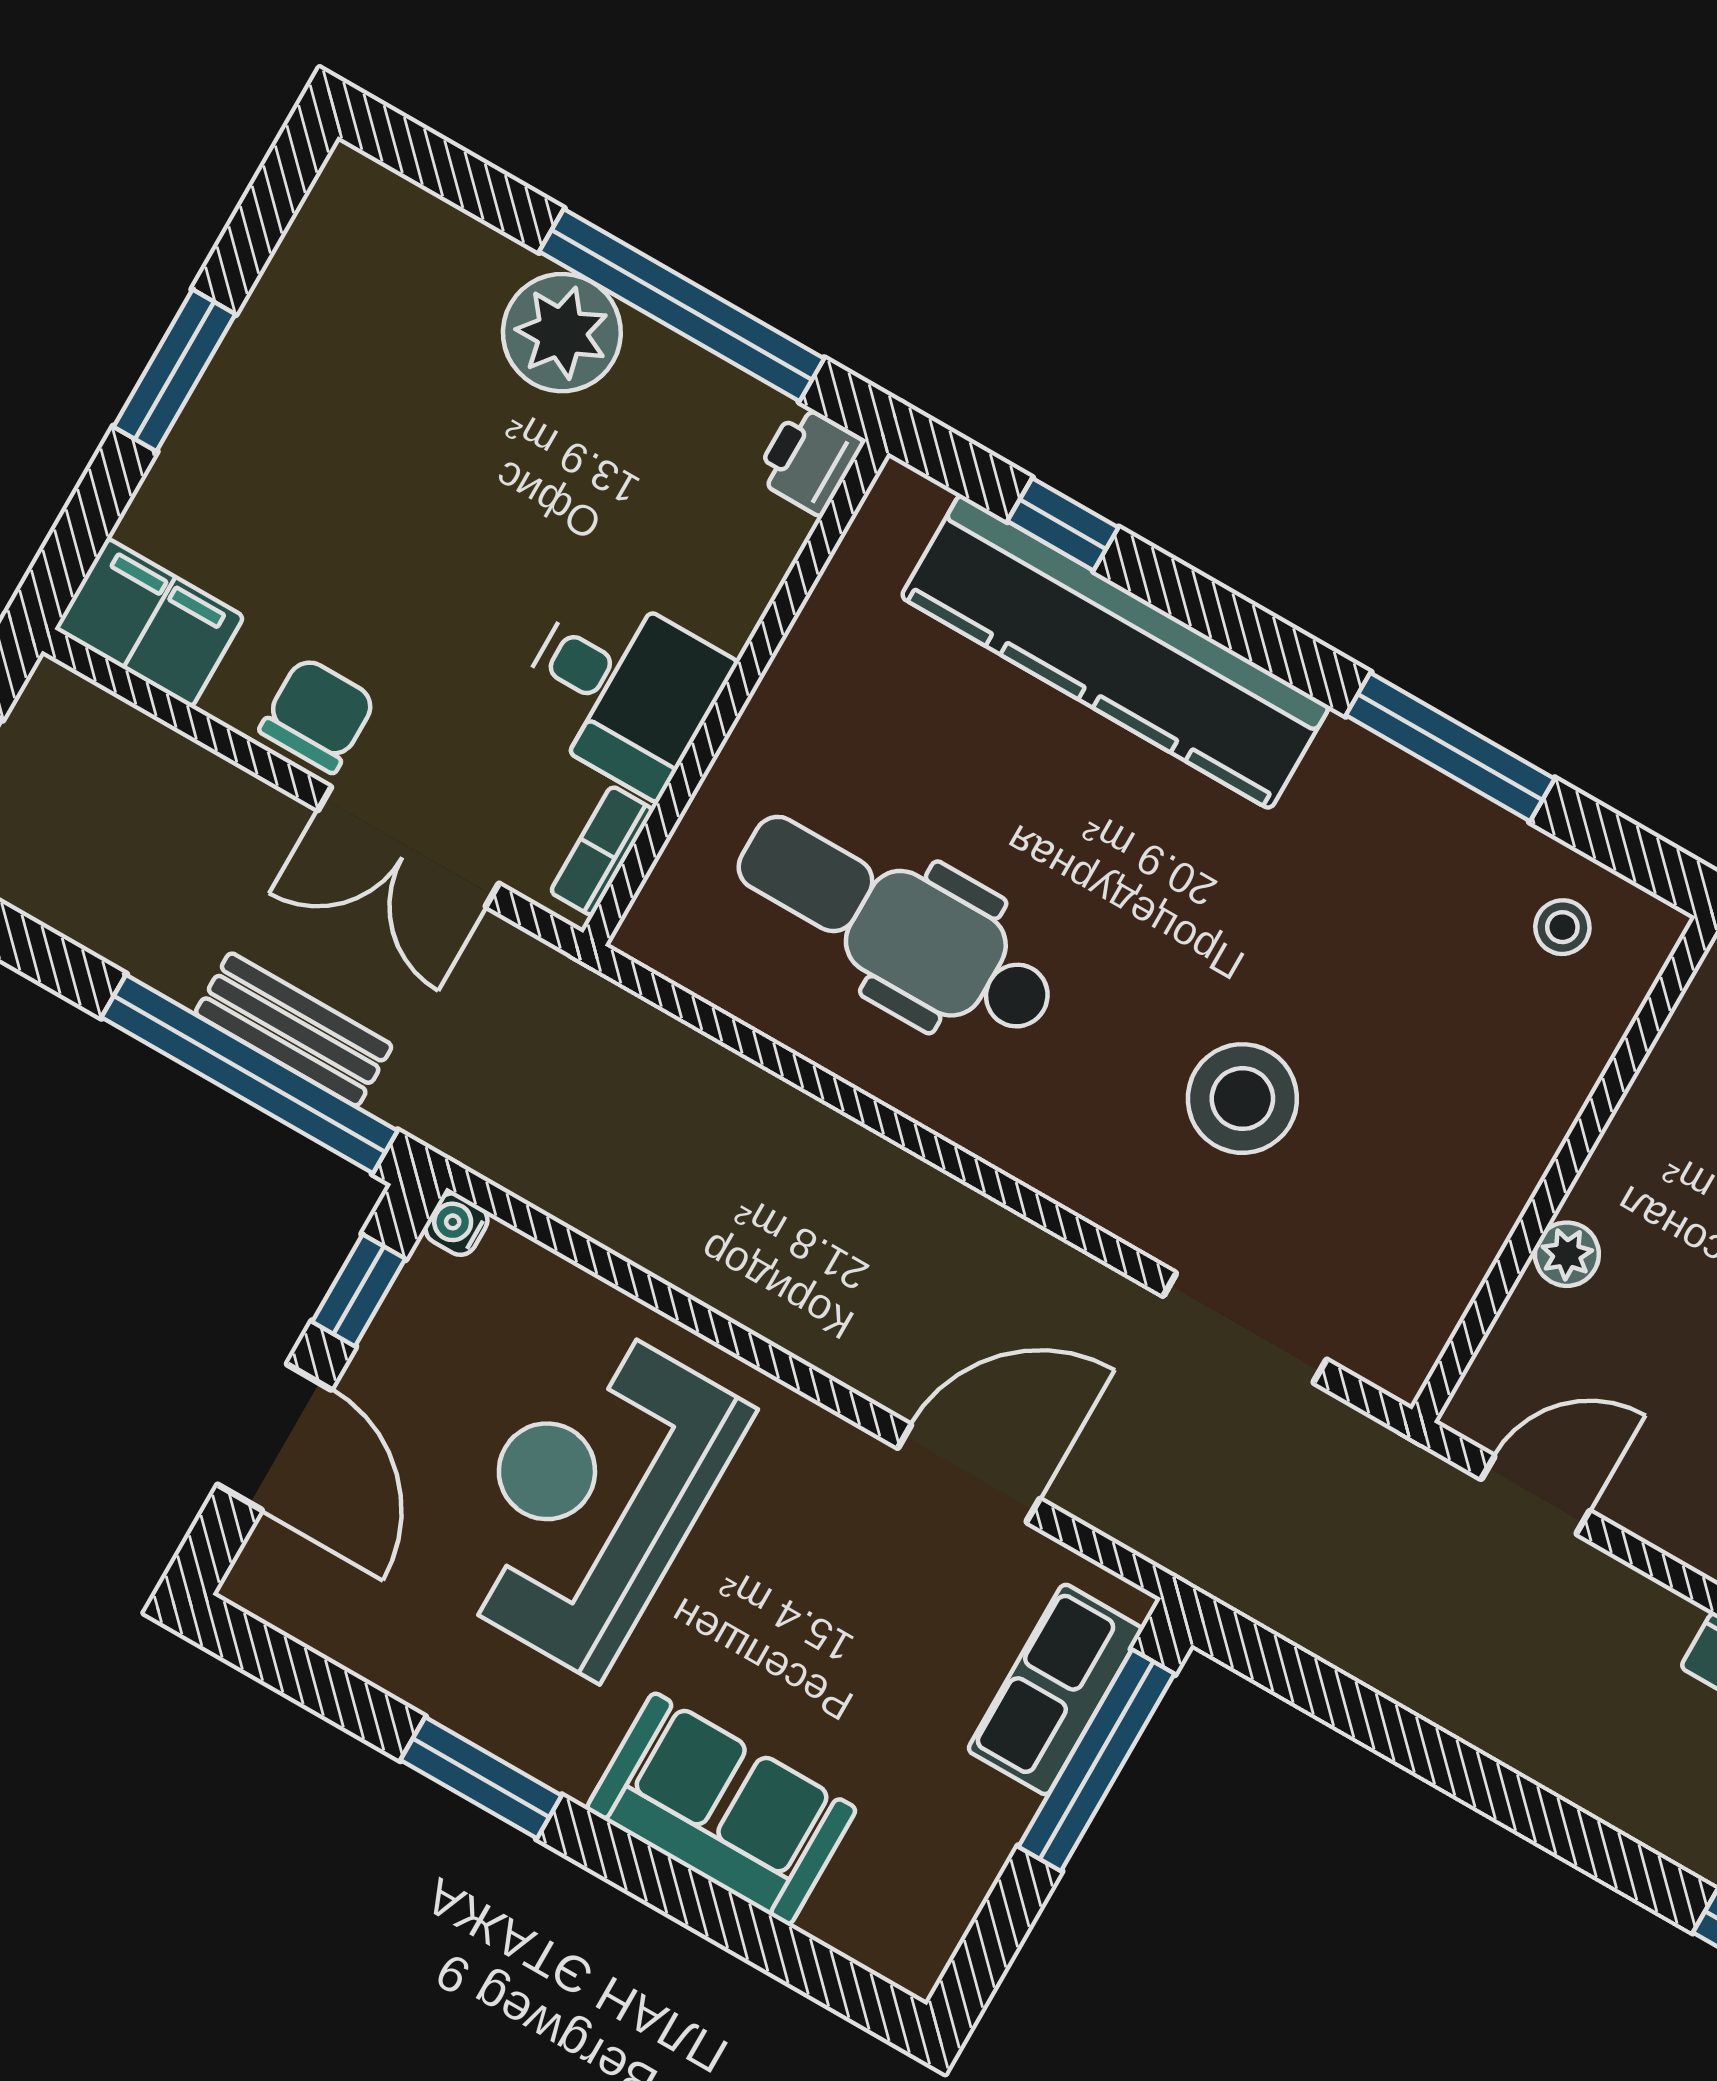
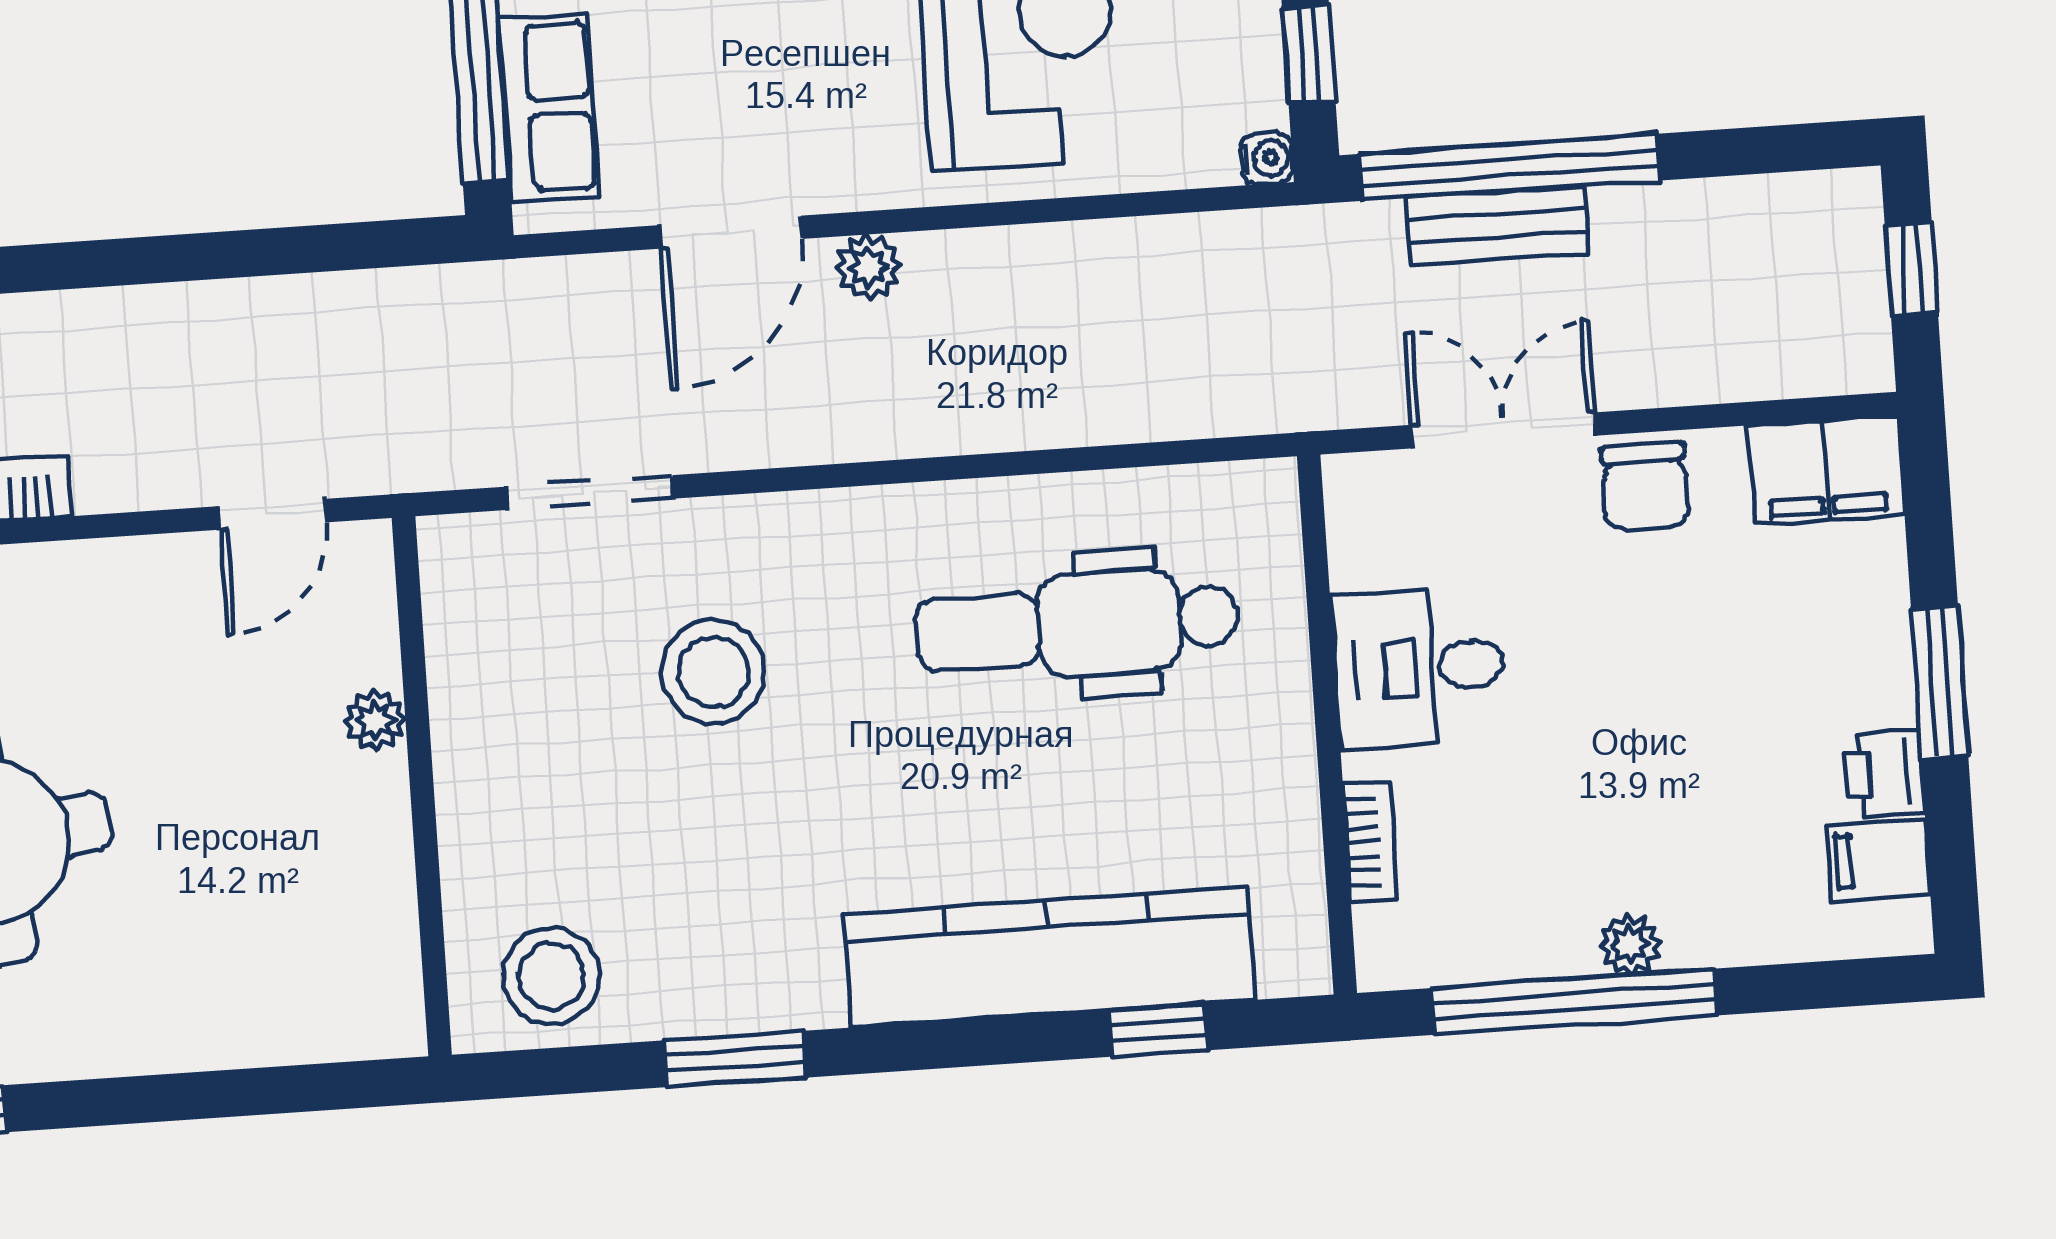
filing cabinet: (332, 251) -> (1878, 859), added
plant: (562, 333) -> (1630, 945), width x0.53, depth x0.53
printer: (809, 460) -> (1884, 774), moved, turned 180
window: (1450, 747) -> (735, 1059), width x0.69
bookcase: (602, 851) -> (1370, 841), moved
dental chair: (896, 926) -> (1077, 625), turned 180
stool: (1562, 927) -> (551, 976), width x1.89, depth x1.89
plant: (869, 1362) -> (868, 267), added

